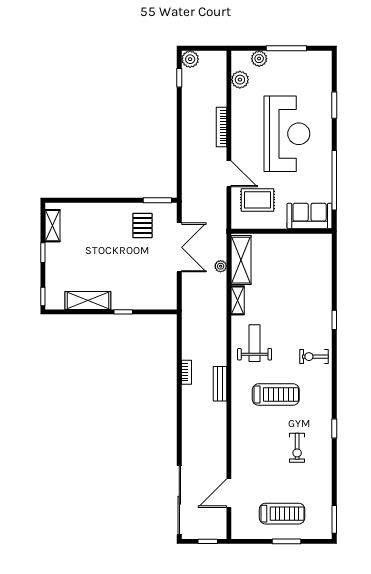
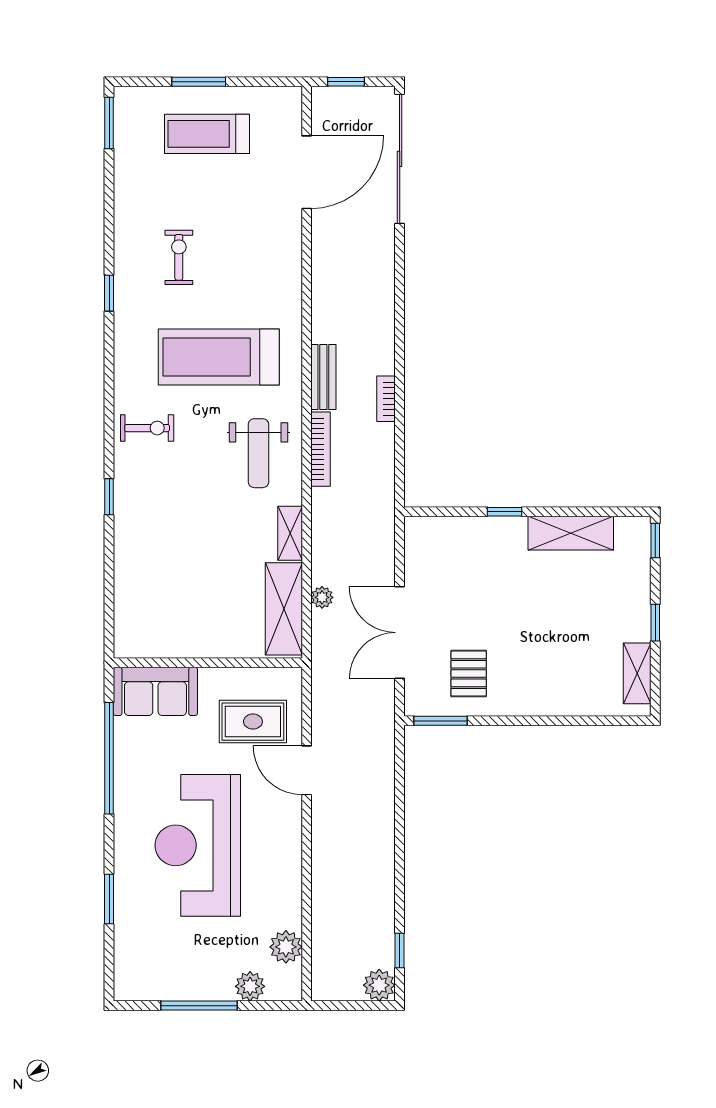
bookcase: (221, 127) -> (321, 449), moved
treadmill: (276, 395) -> (219, 357), width x1.37, depth x1.37
door: (229, 493) -> (307, 172), width x1.36

